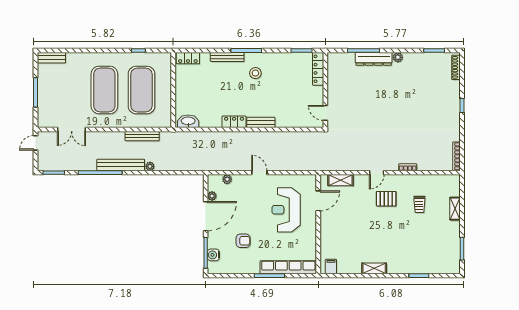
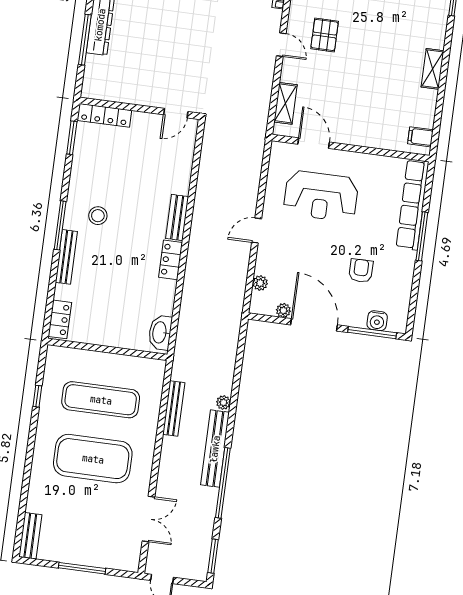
exercise mat: (141, 90) -> (101, 400), width x0.68

